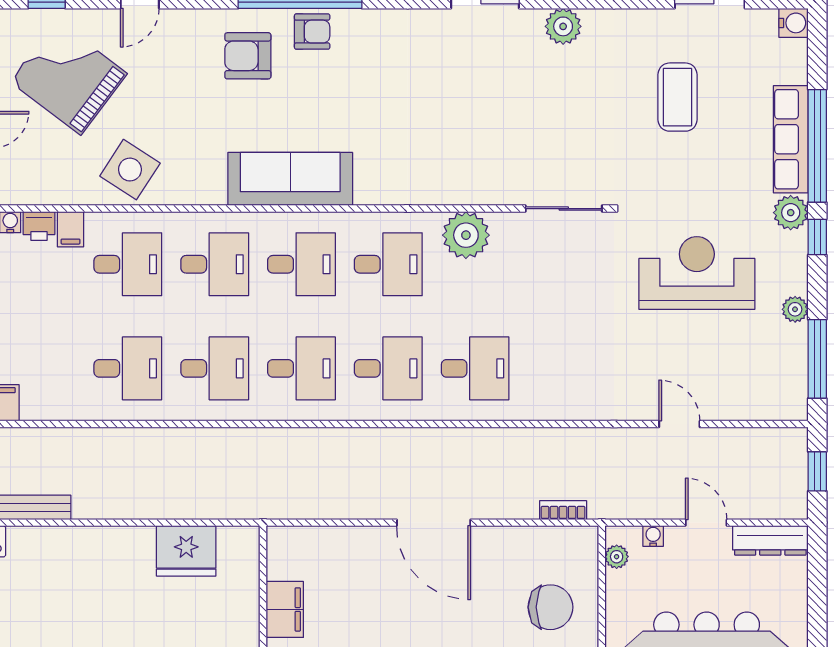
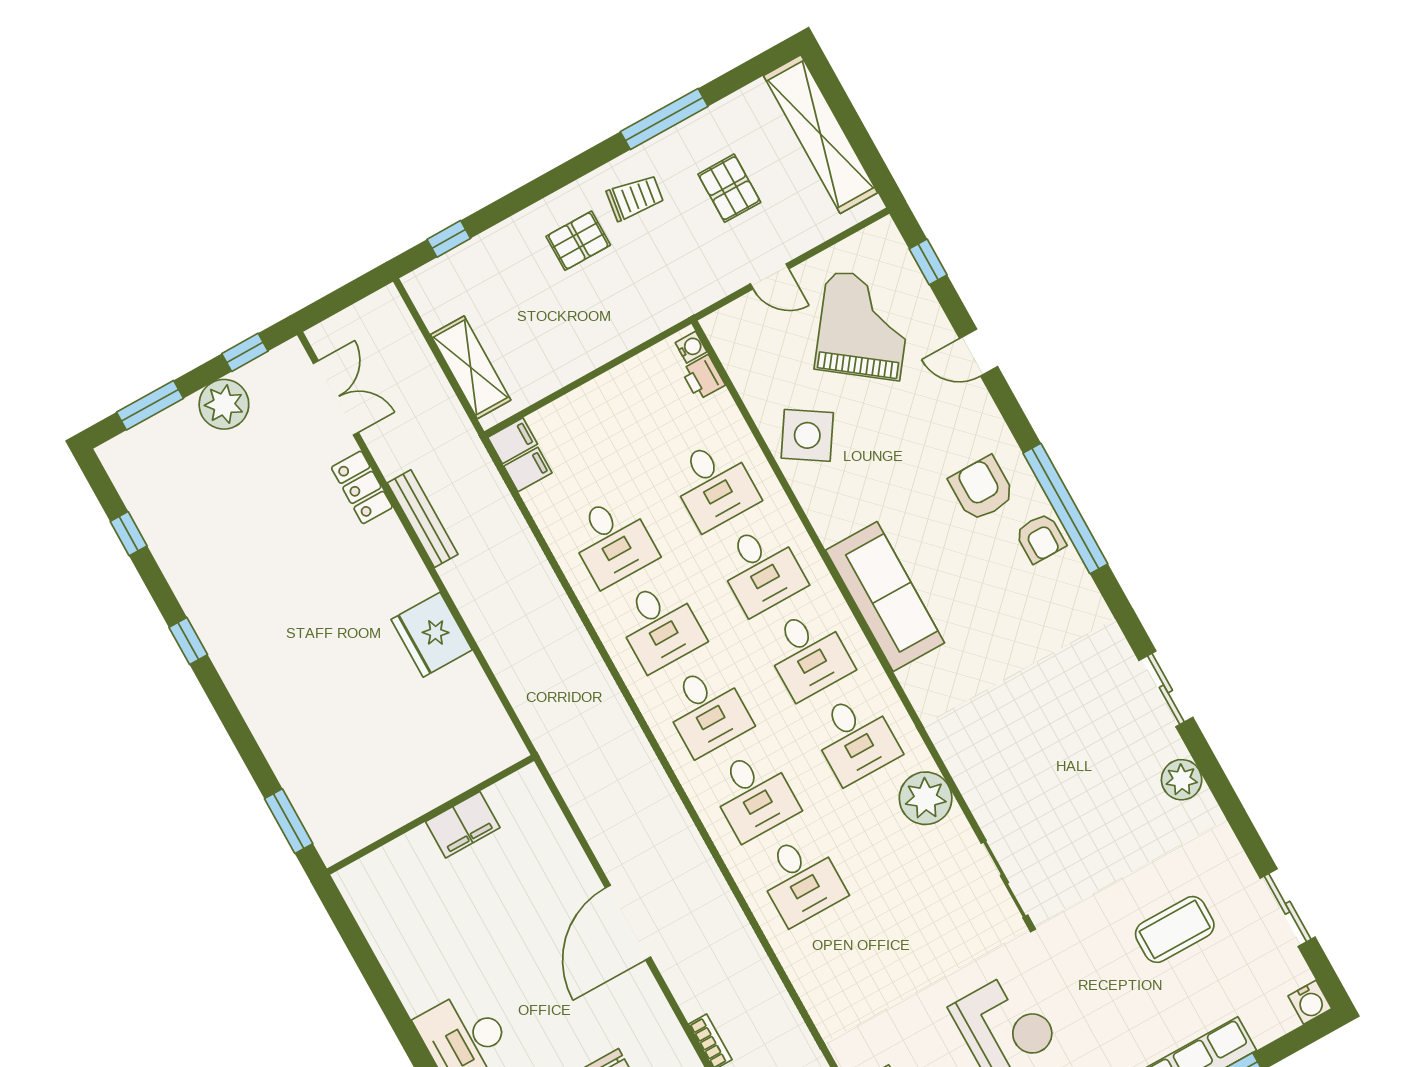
filing cabinet: (71, 229) -> (528, 470), moved, turned 180
fridge: (186, 551) -> (432, 635), moved

